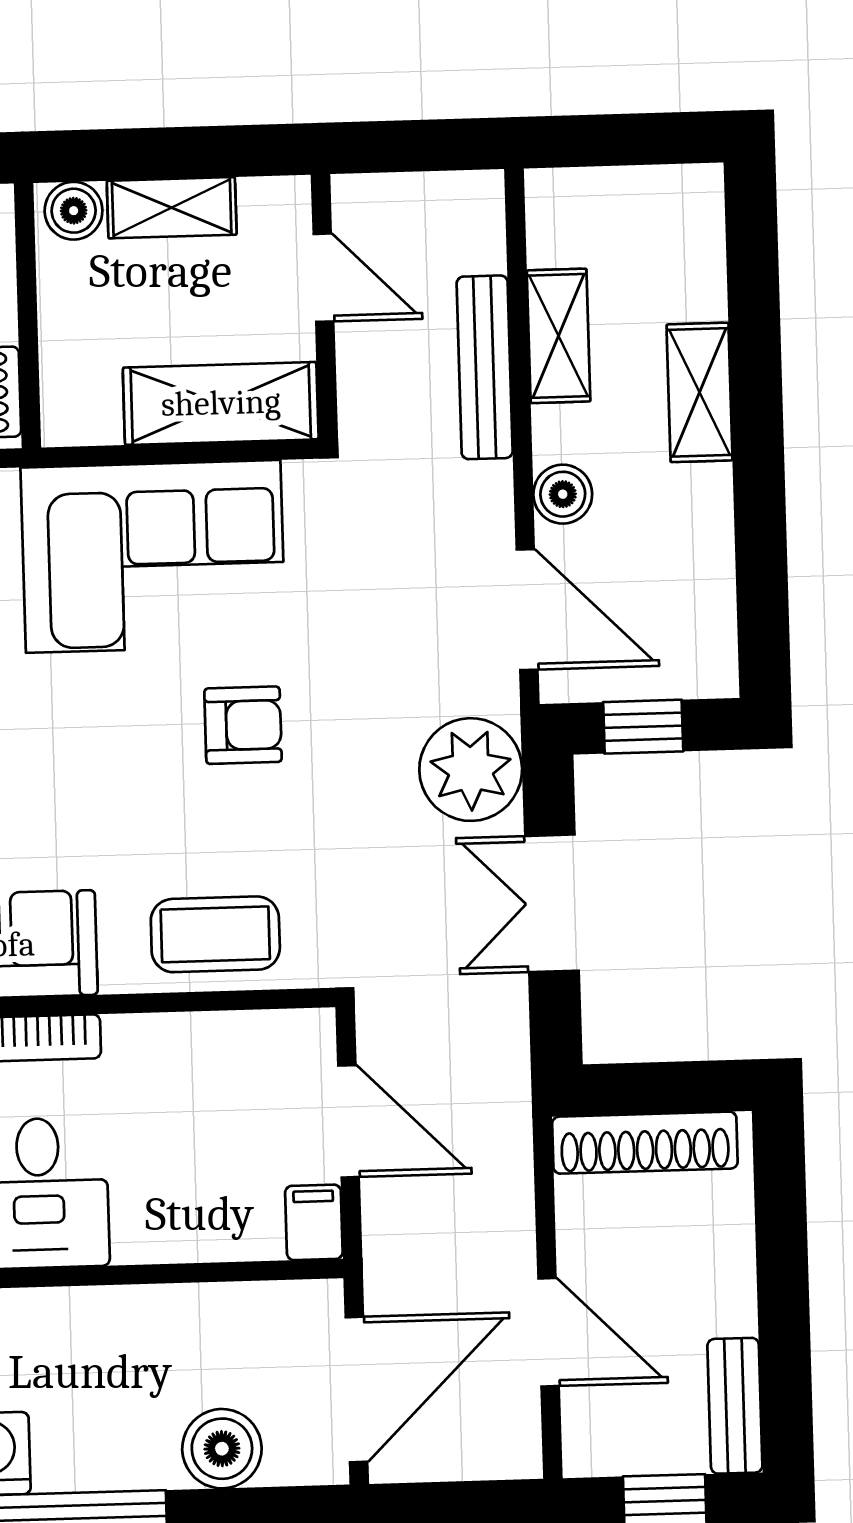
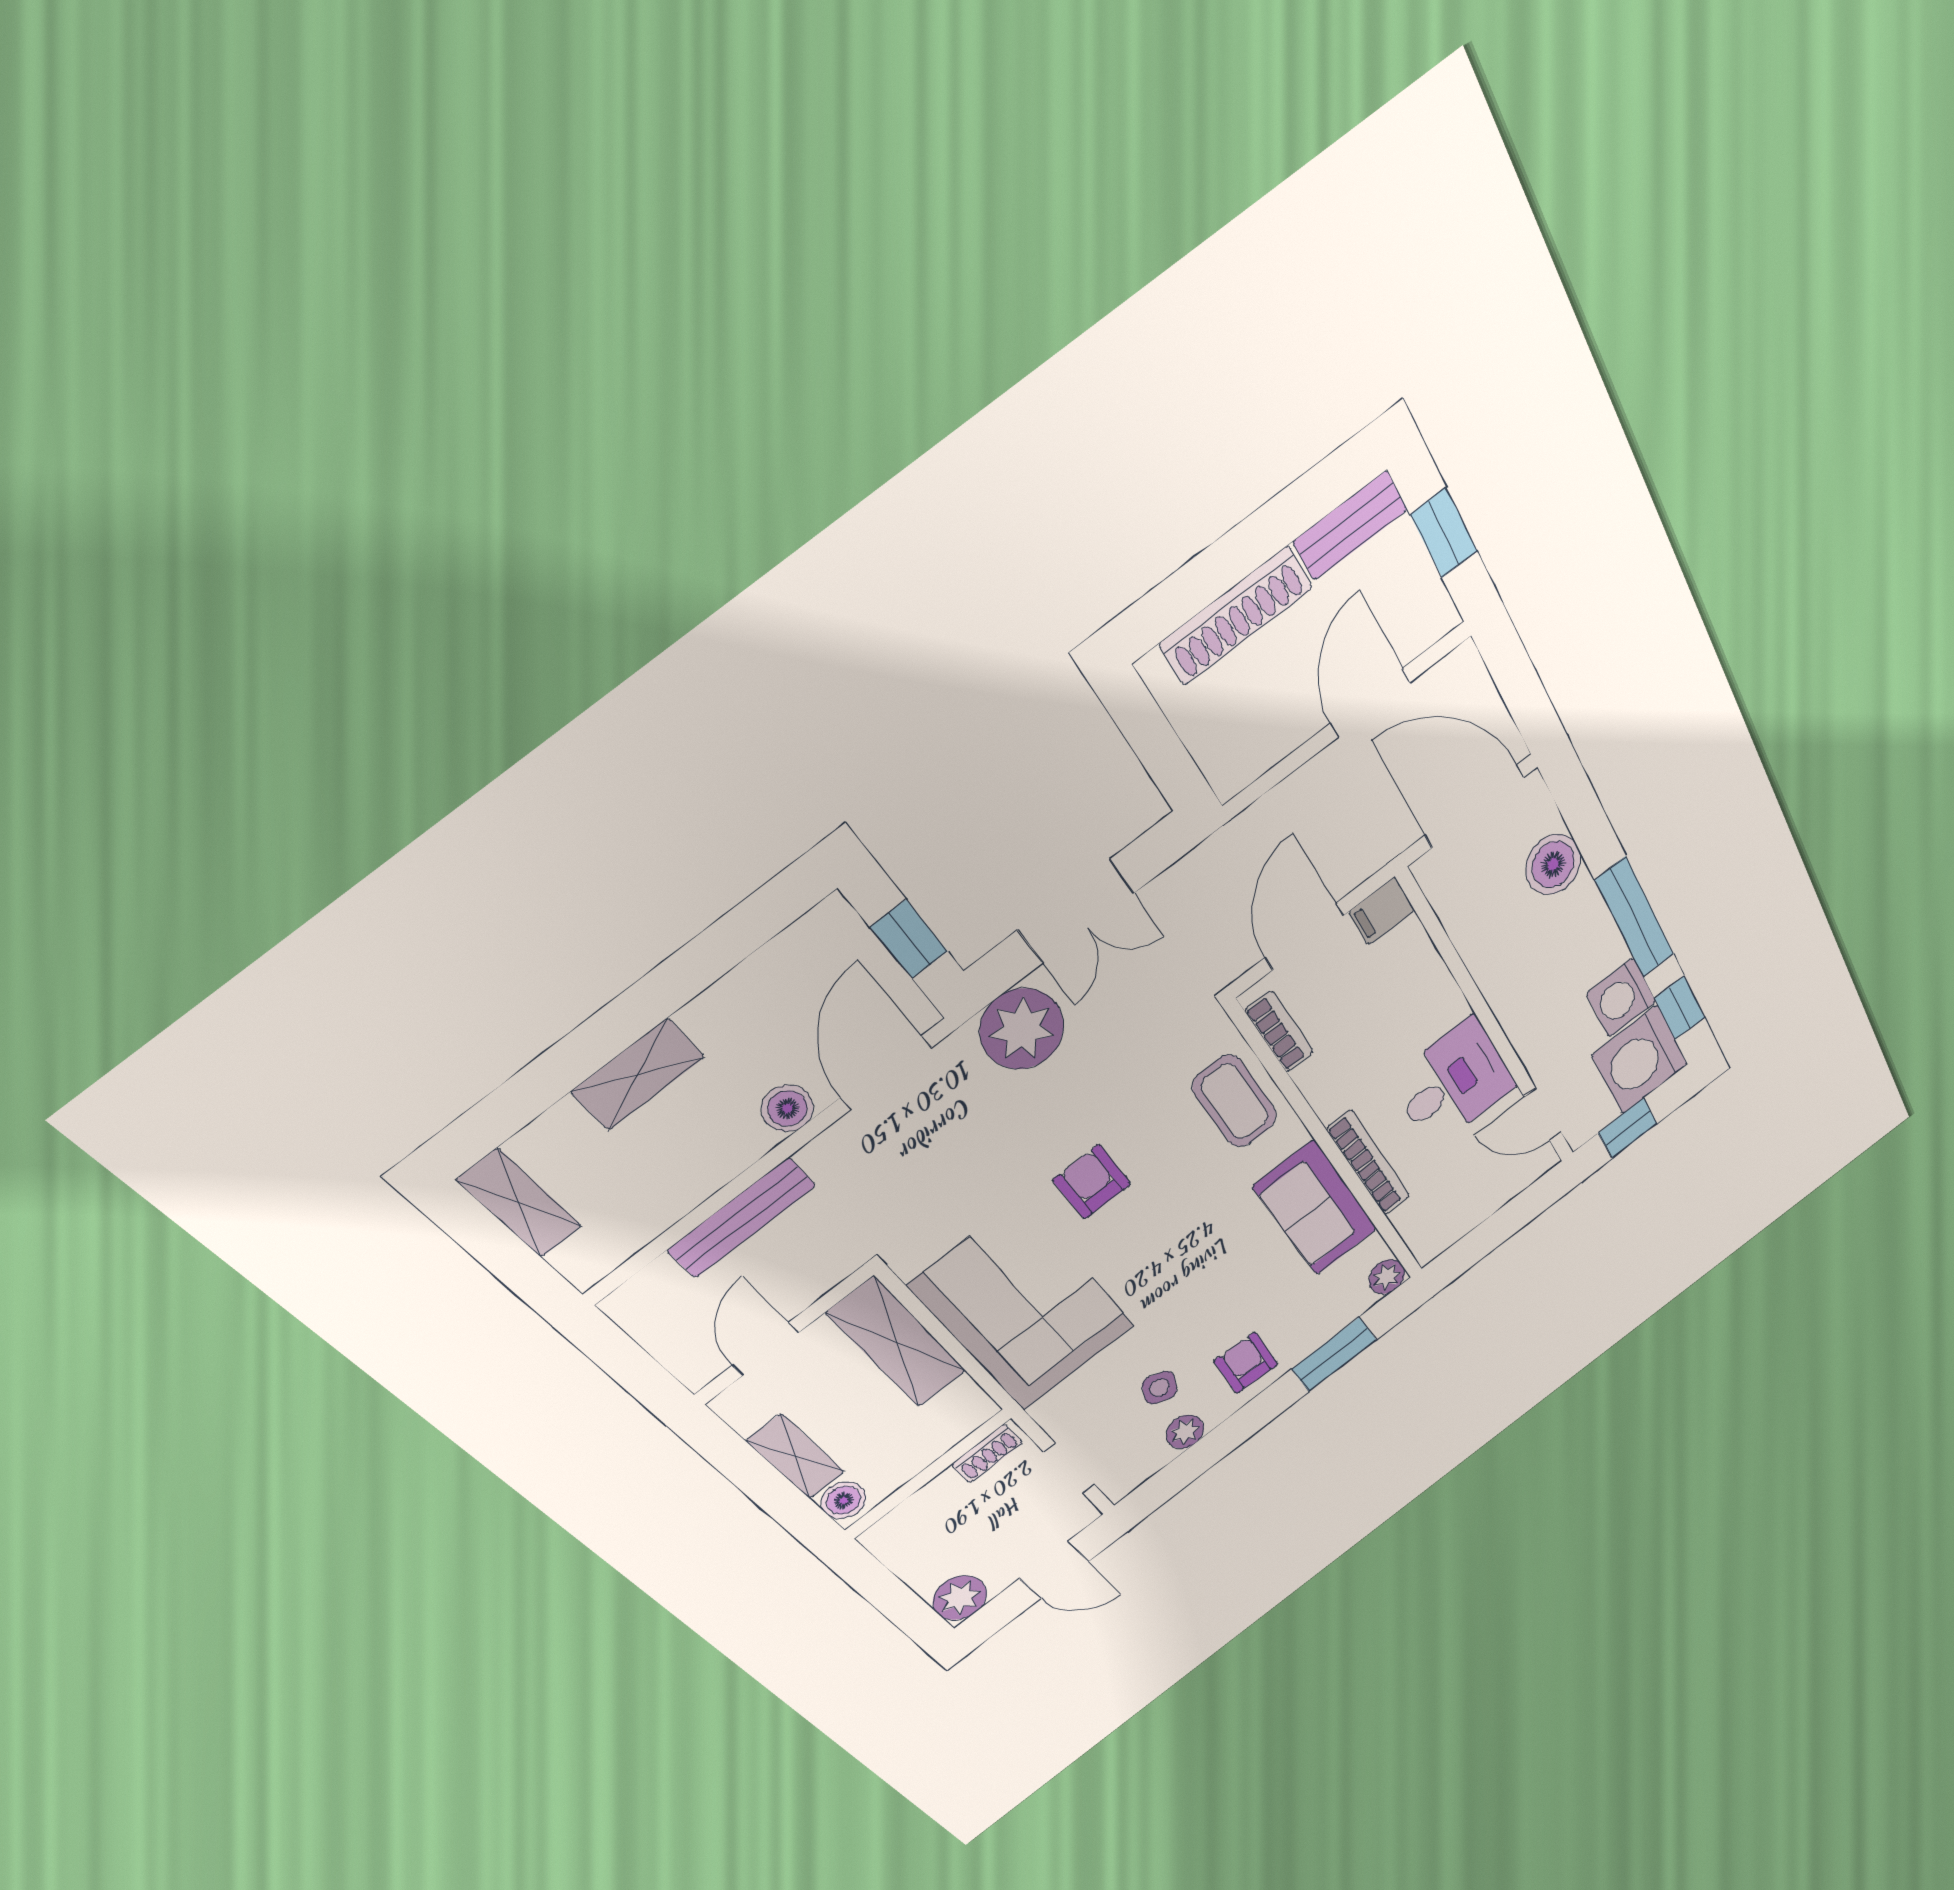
shelving: (559, 336) -> (519, 1203), moved, turned 90
bookcase: (260, 1031) -> (1279, 1032), added
shoe rack: (645, 1143) -> (1236, 616), moved, turned 90

